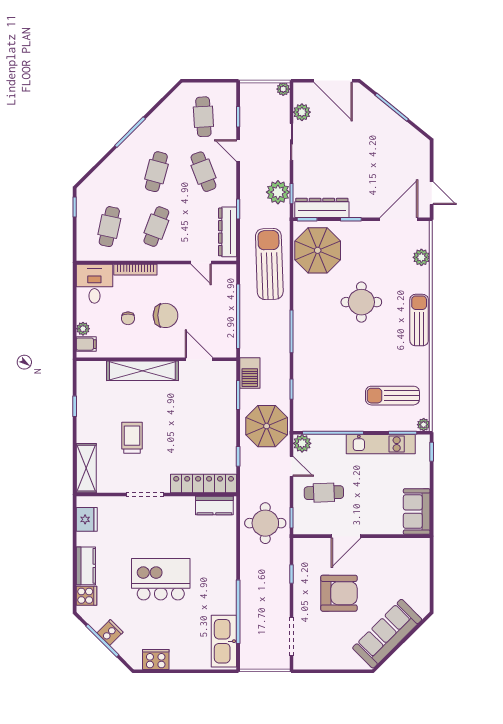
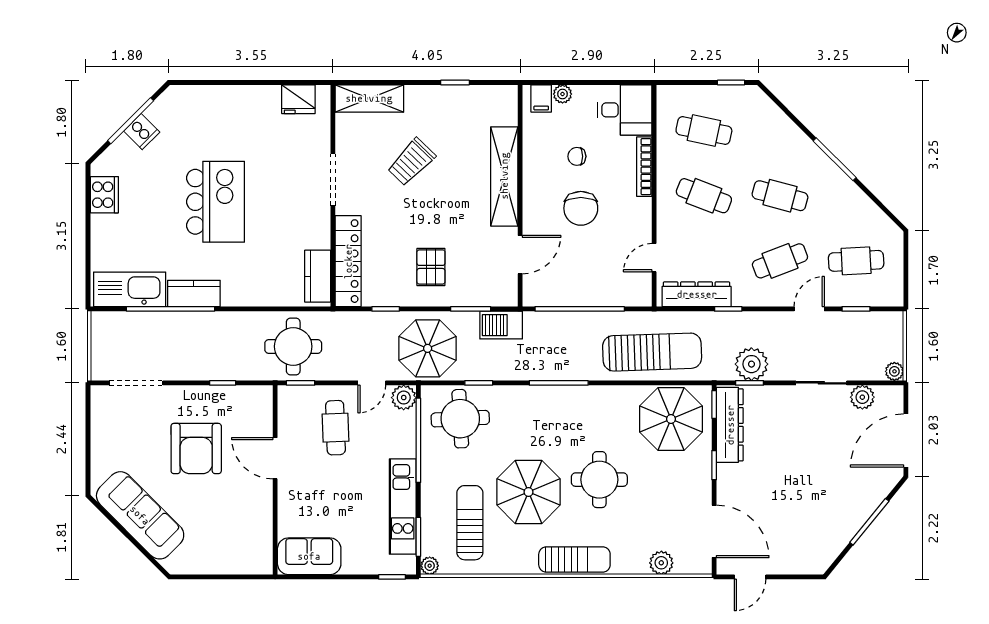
parasol: (370, 353) -> (529, 492), added
round table: (317, 403) -> (460, 419), added
pallet: (208, 424) -> (431, 267), added
trolley: (132, 438) -> (411, 162), turned 134
kitchen counter: (86, 566) -> (194, 293), moved, turned 180
cooker: (86, 596) -> (193, 99), removed

